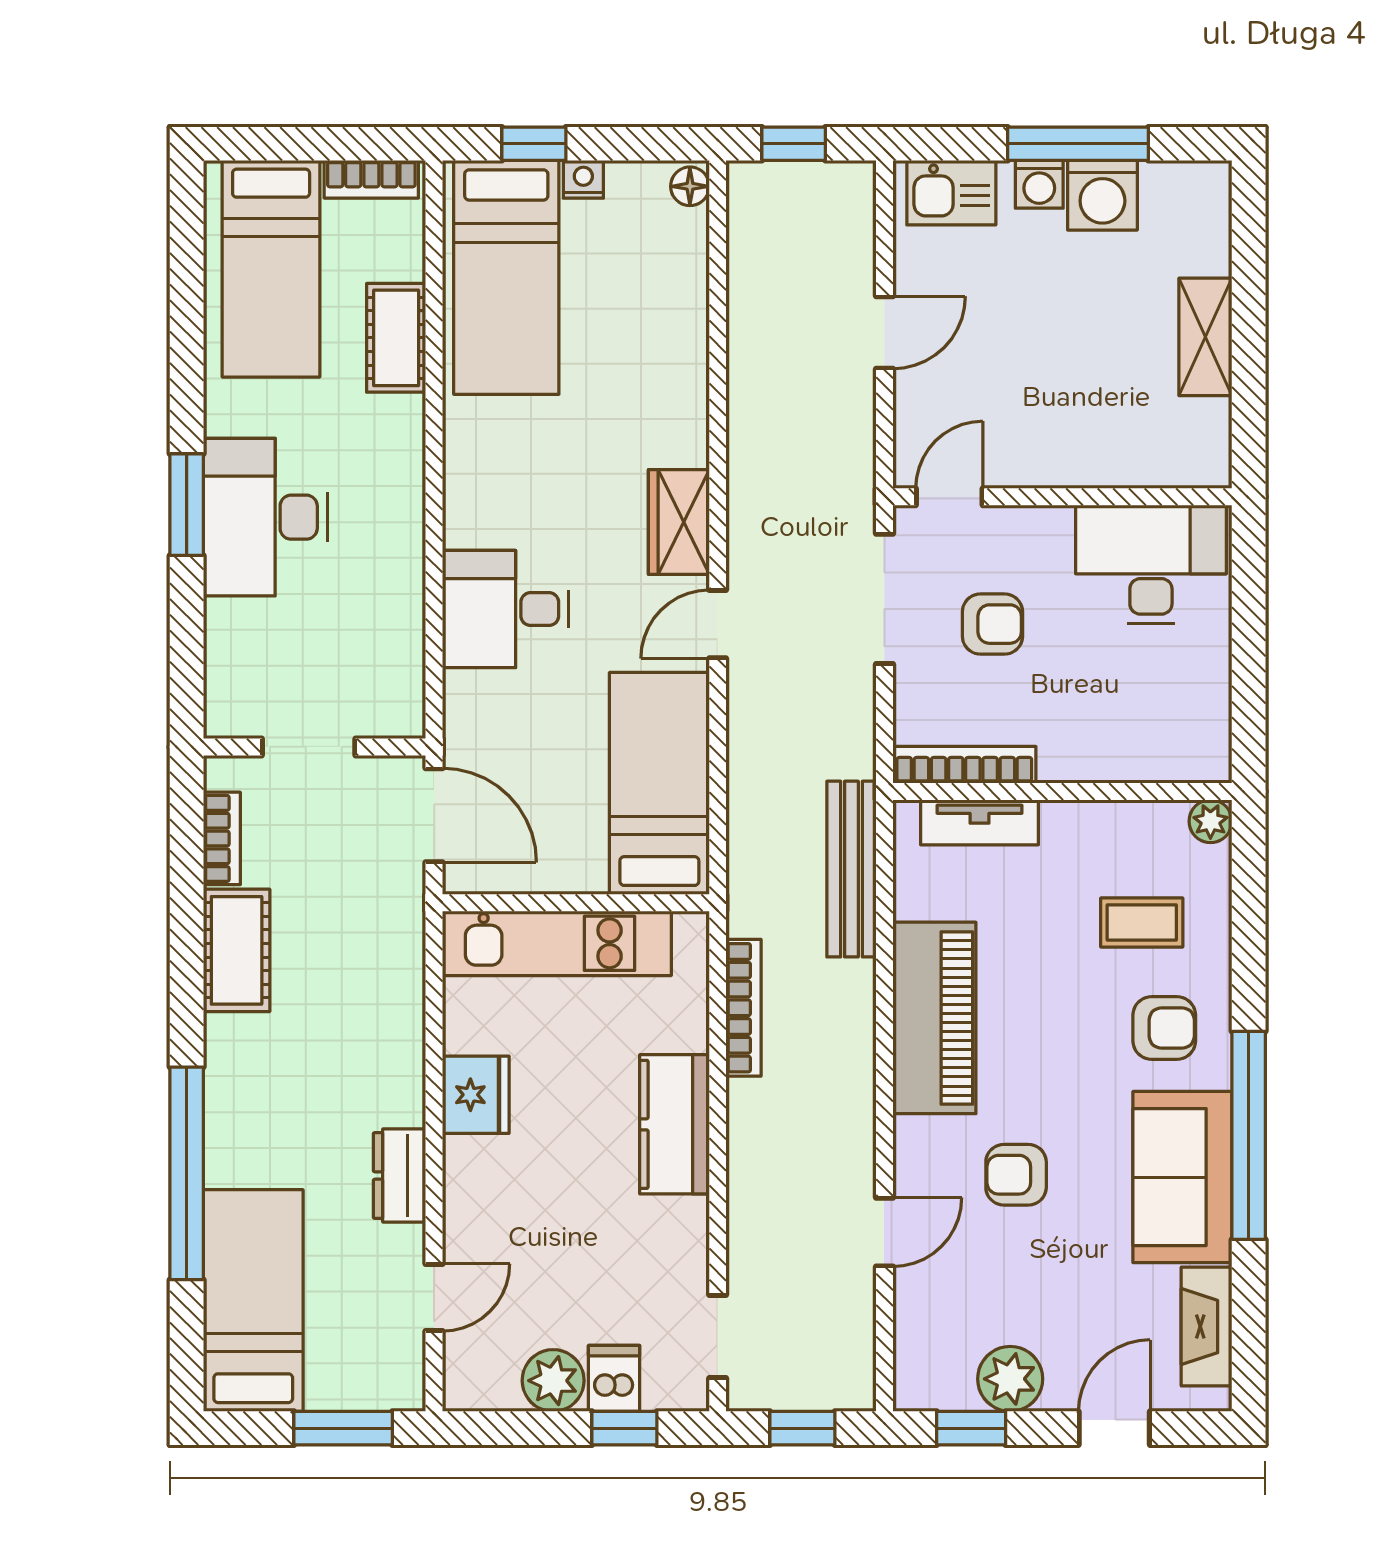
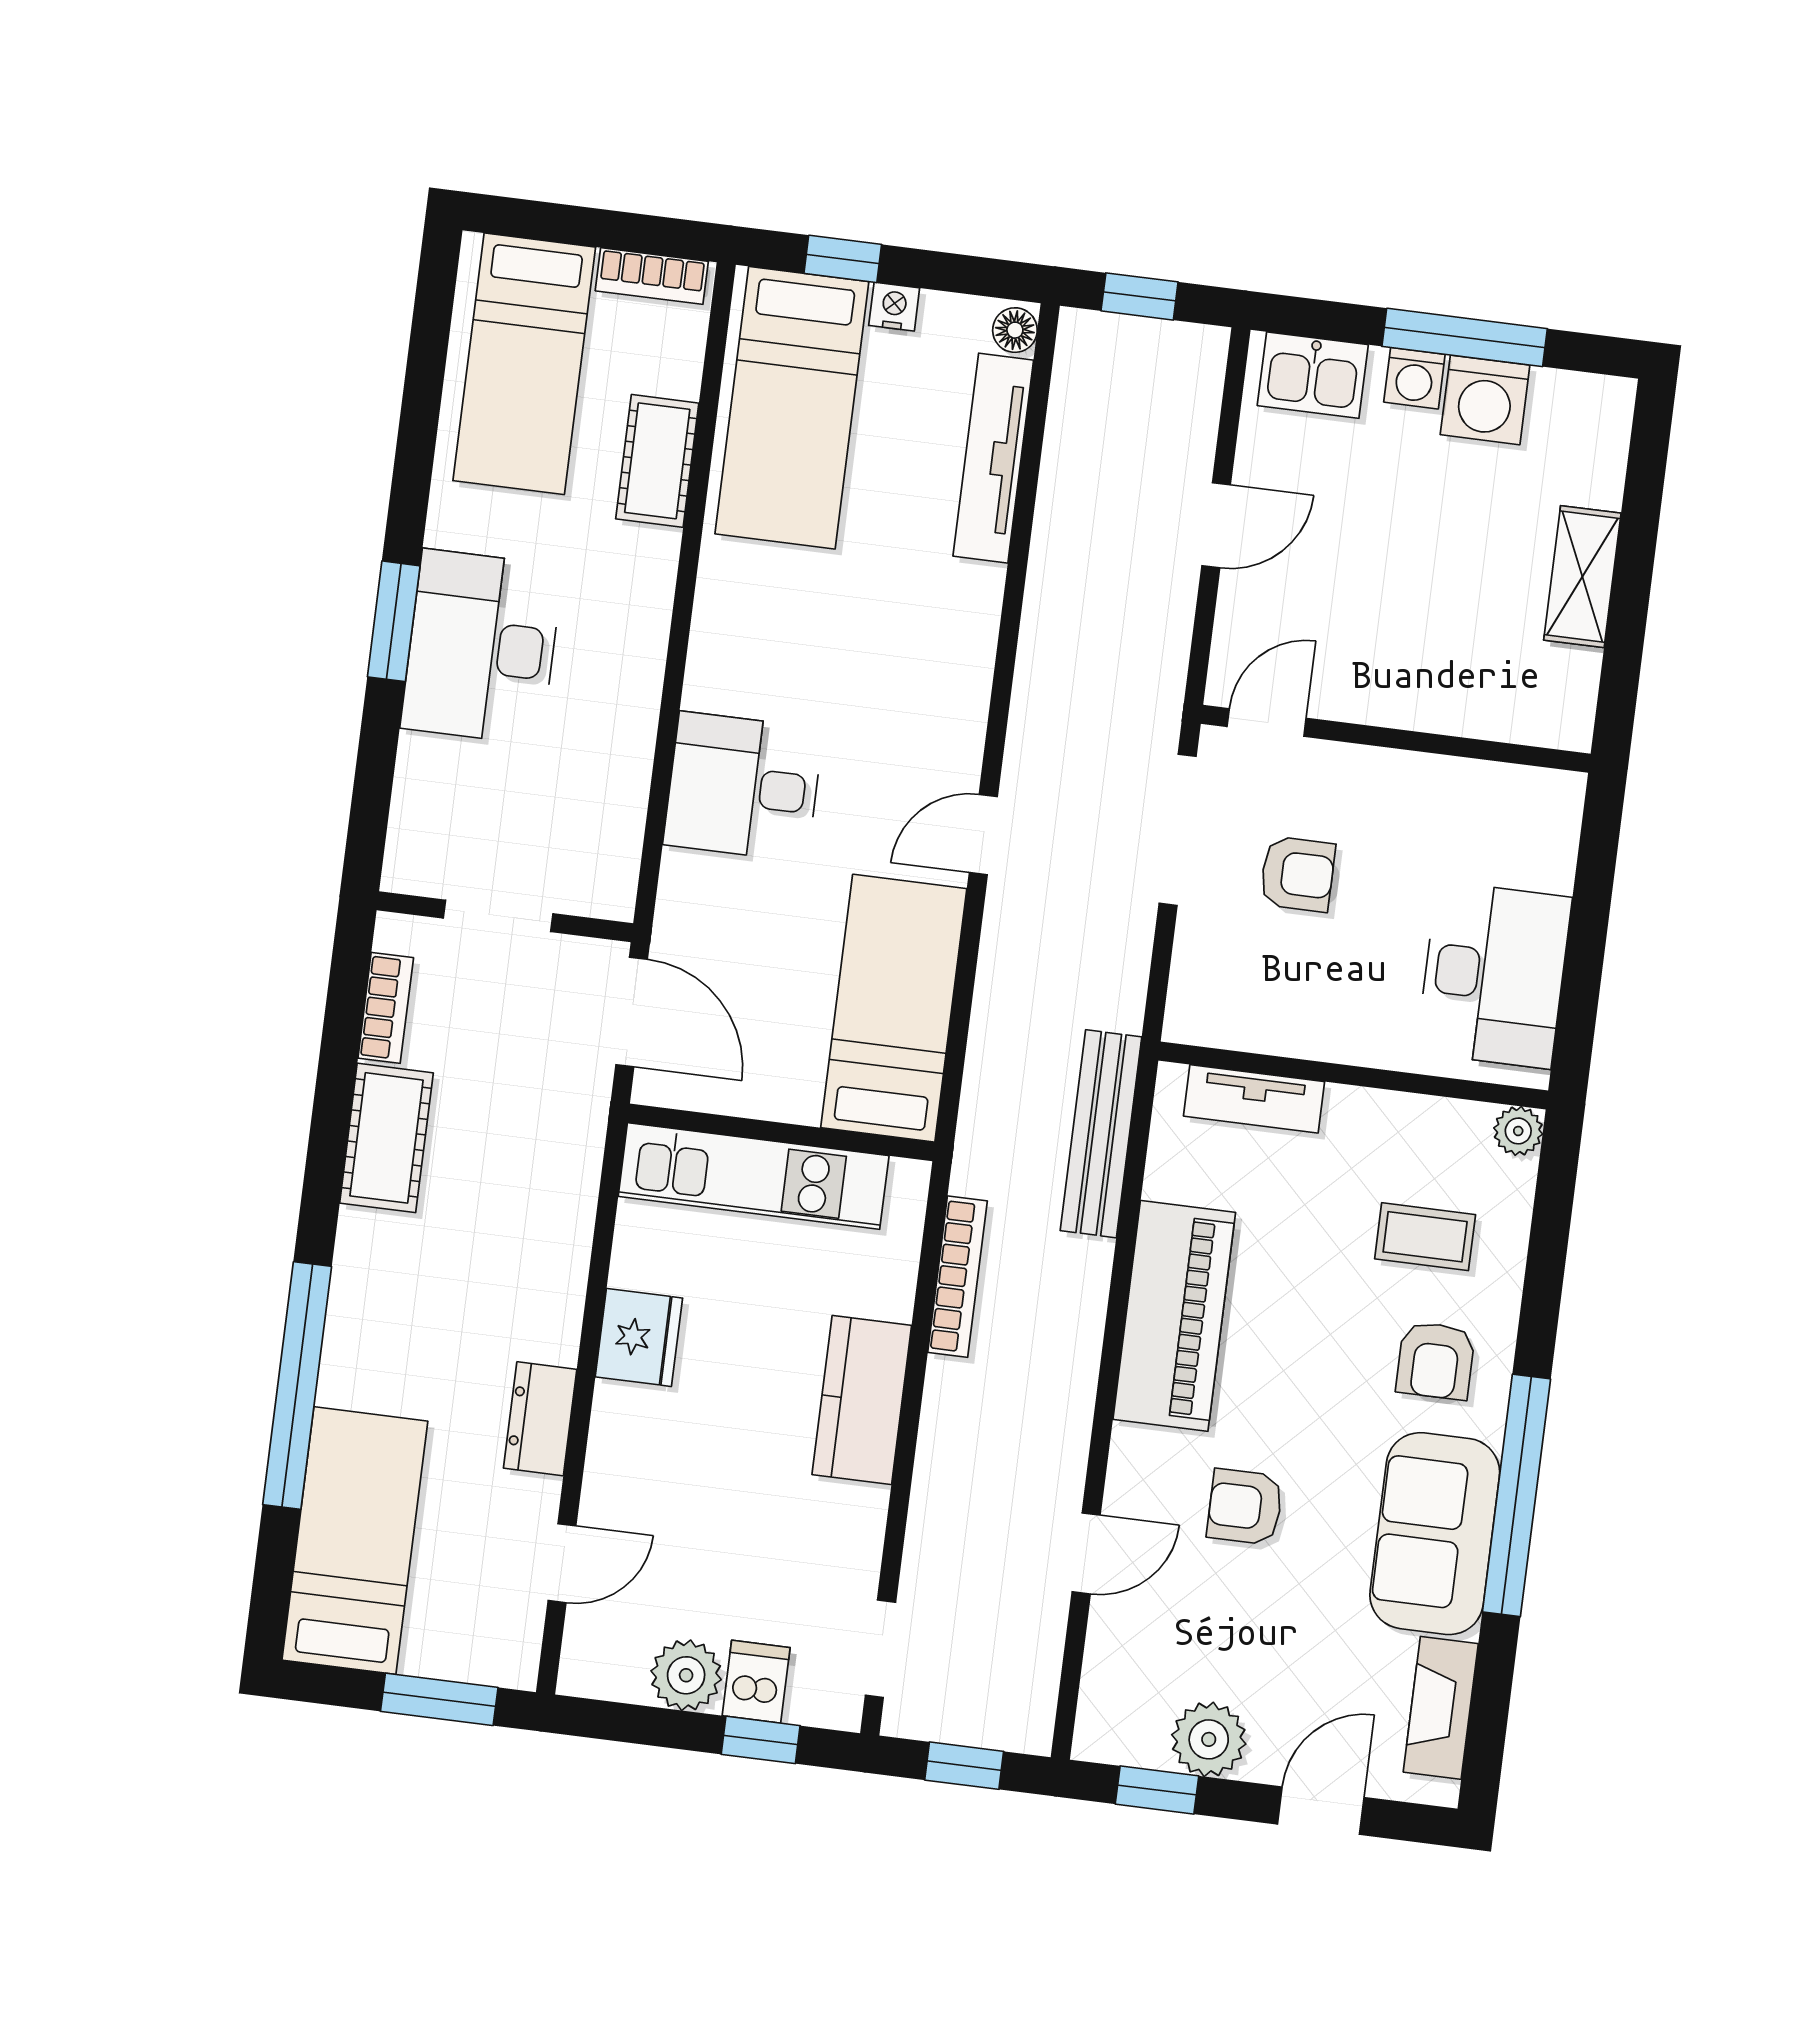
tv unit: (685, 299) -> (993, 458), added
wardrobe: (679, 522) -> (954, 712), removed
desk: (1151, 564) -> (1494, 975), moved, turned 90
bookcase: (964, 765) -> (1245, 1031), removed
armchair: (1164, 1028) -> (1435, 1361), turned 90

